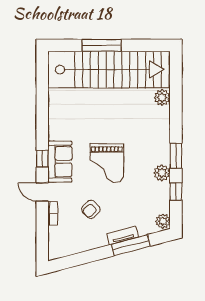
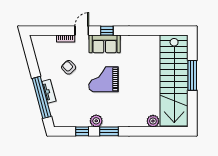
plant: (163, 221) -> (60, 122), removed
window: (131, 245) -> (42, 97), width x1.46

